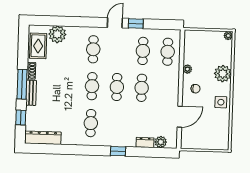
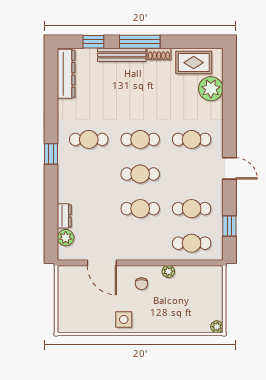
window: (136, 24) -> (229, 226), moved
plant: (223, 74) -> (164, 321), removed
bench: (31, 93) -> (122, 55), width x1.36
window: (118, 151) -> (51, 154), moved

